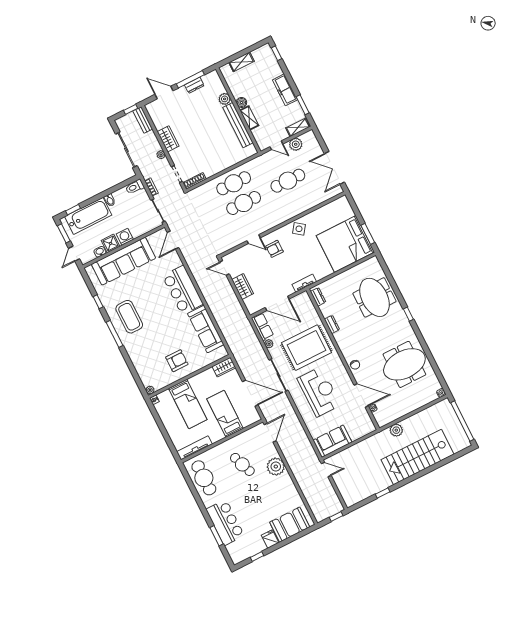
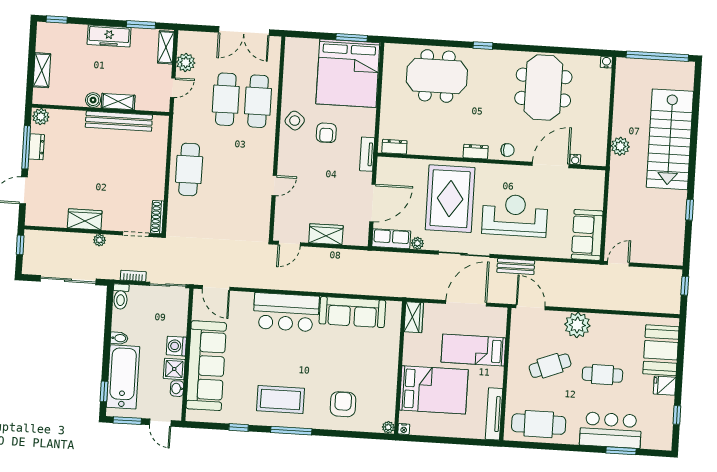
plant: (225, 99) -> (41, 117), moved
bench: (143, 120) -> (516, 266), moved
cafe table: (244, 203) -> (258, 101), moved
armchair: (275, 249) -> (326, 133), moved
dresser: (332, 324) -> (476, 152), moved
armchair: (177, 361) -> (343, 404), moved
bed: (188, 404) -> (434, 390), width x1.50
cafe table: (255, 498) -> (602, 375), added

